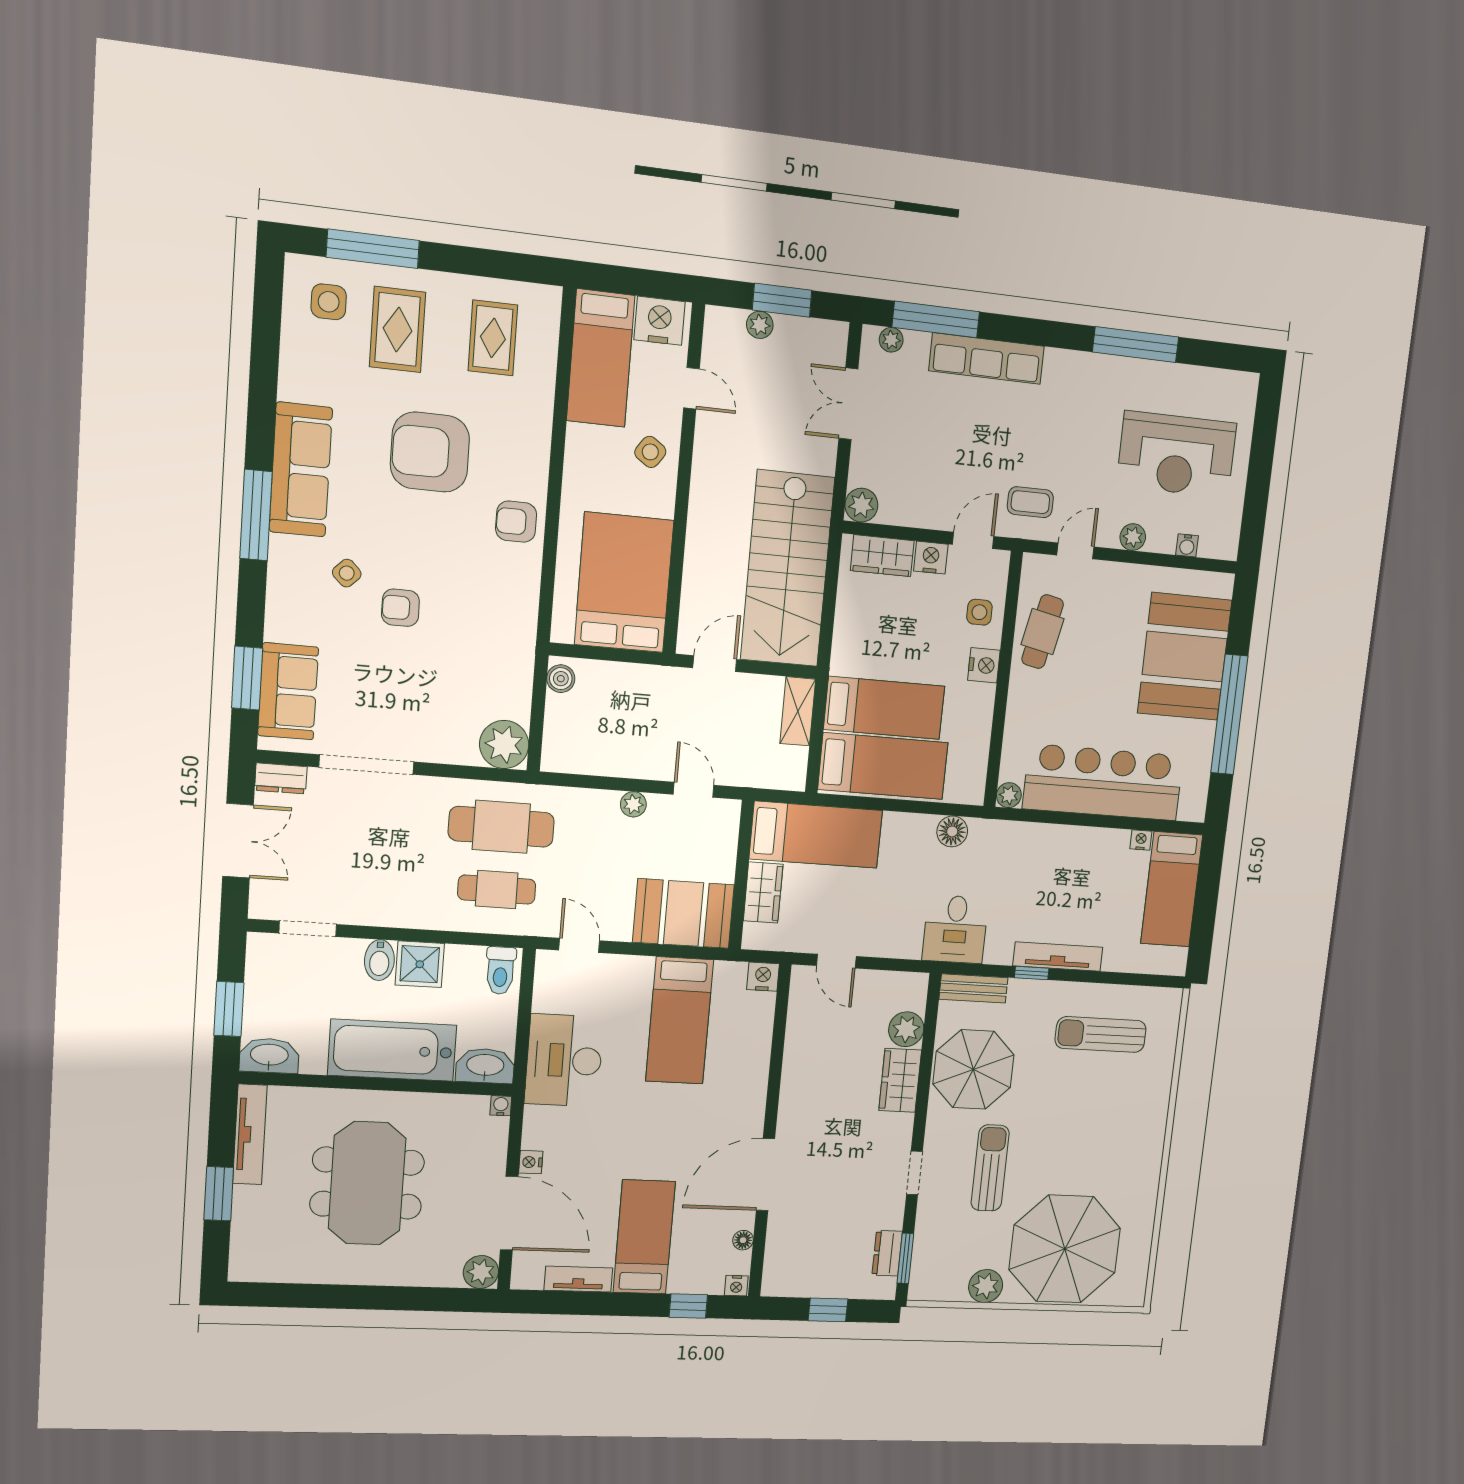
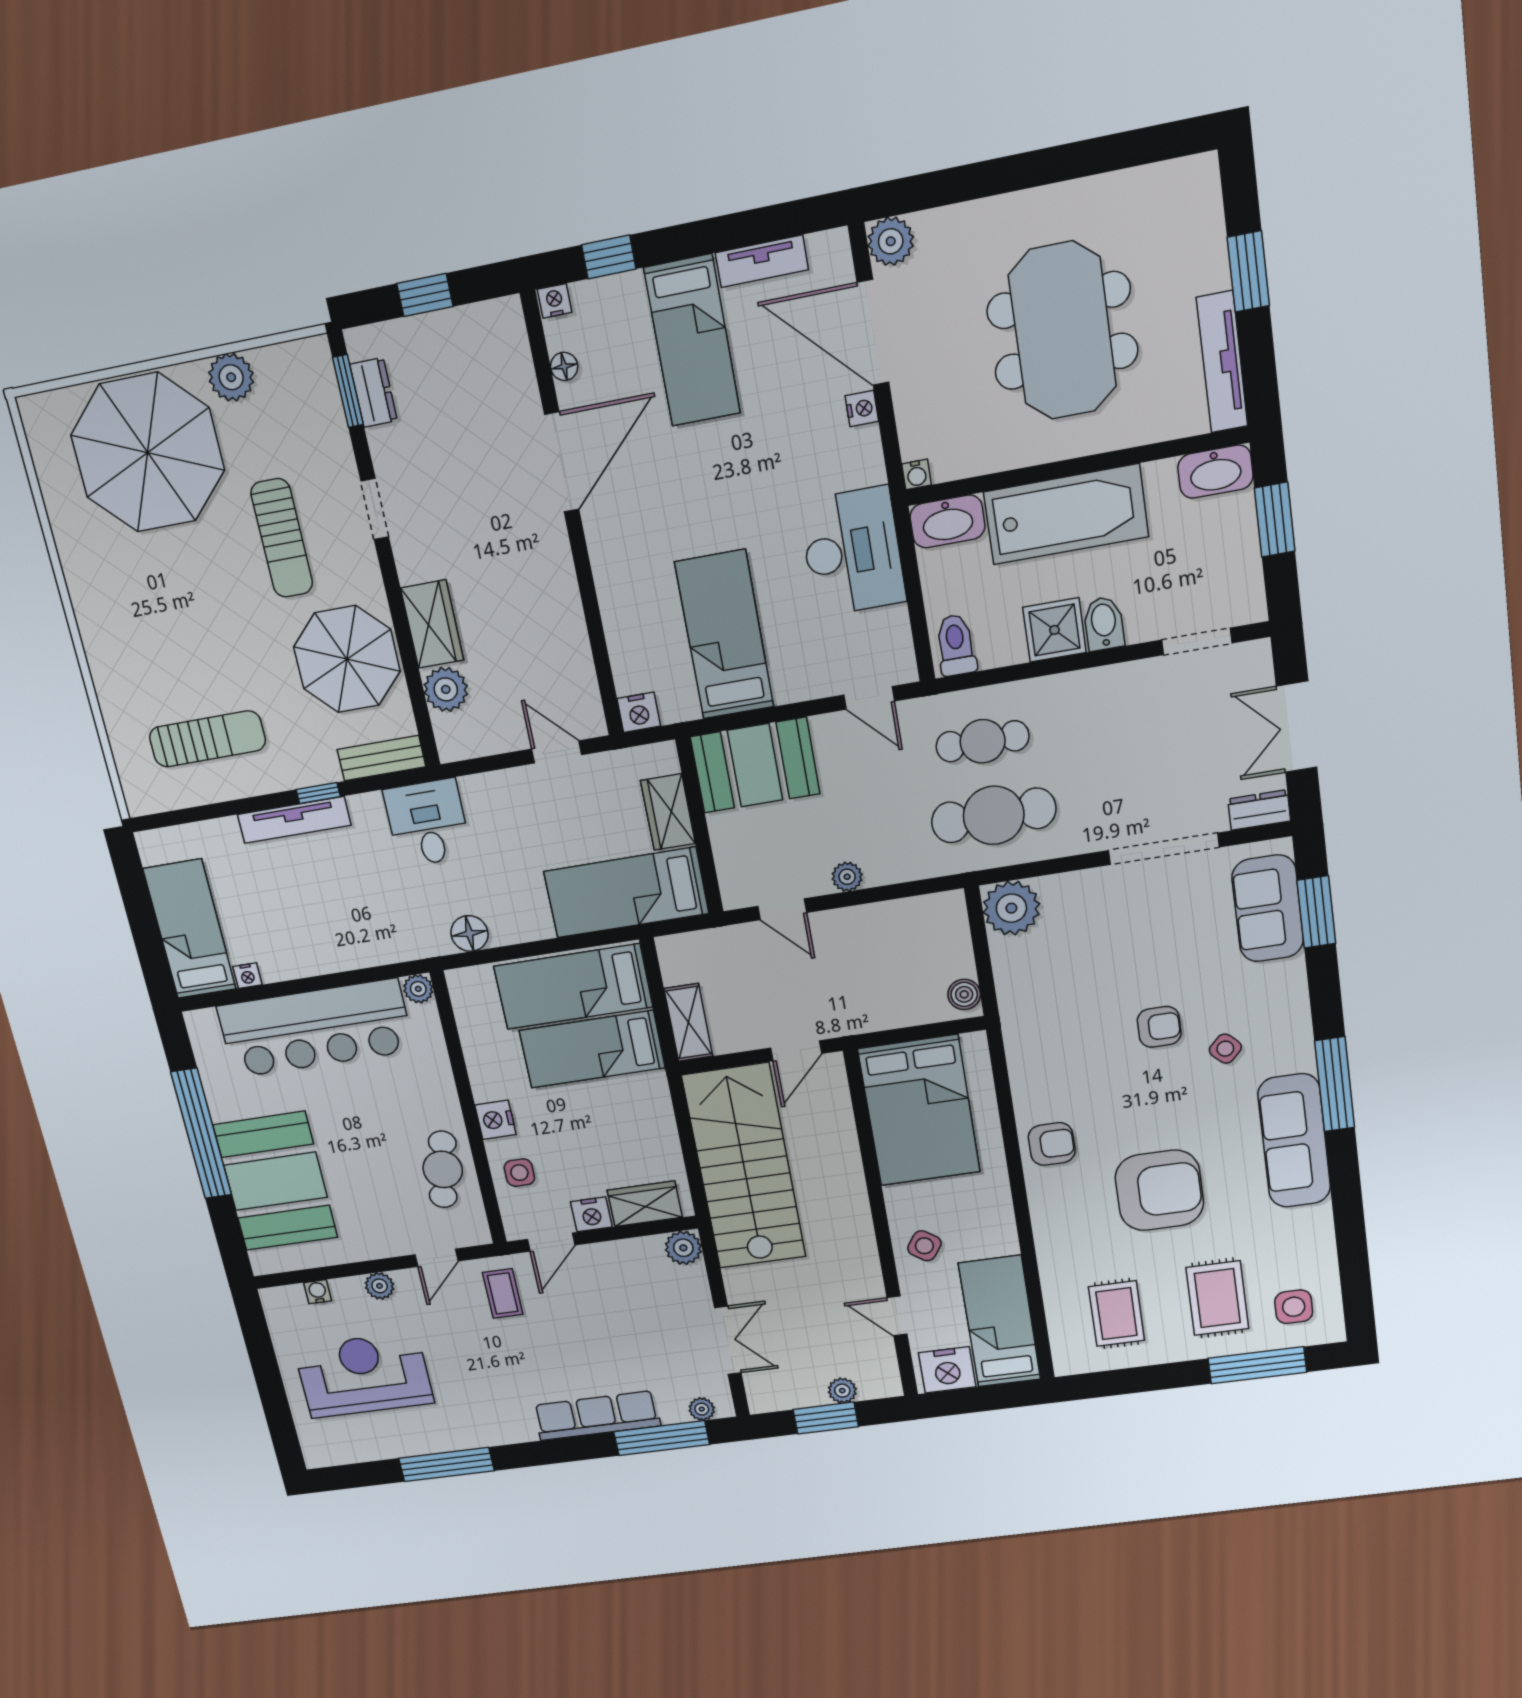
coffee table: (1030, 502) -> (503, 1293), turned 90

